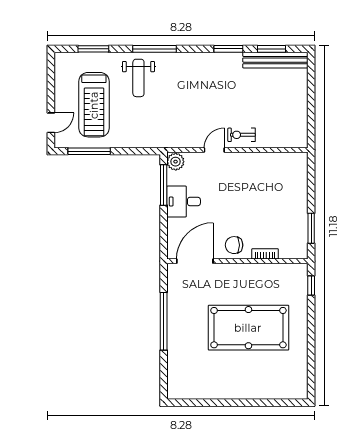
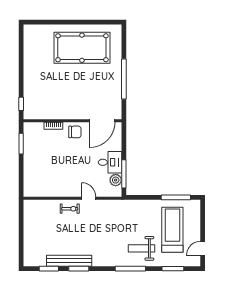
bench: (275, 60) -> (69, 261), moved
weight bench: (138, 78) -> (141, 248), turned -90
door: (51, 123) -> (203, 248), moved
door: (214, 150) -> (89, 198), swing flipped
plant: (176, 162) -> (116, 180), moved
pool table: (248, 328) -> (82, 48), moved

